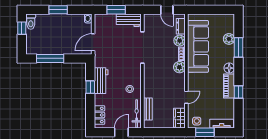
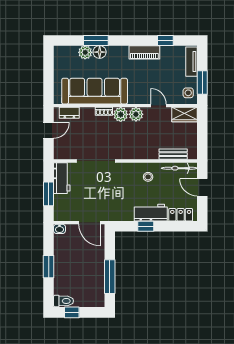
plant: (180, 41) -> (136, 114), moved
floor lamp: (229, 68) -> (100, 52), moved
workbench: (101, 81) -> (151, 213), moved
window: (238, 92) -> (165, 40), moved

